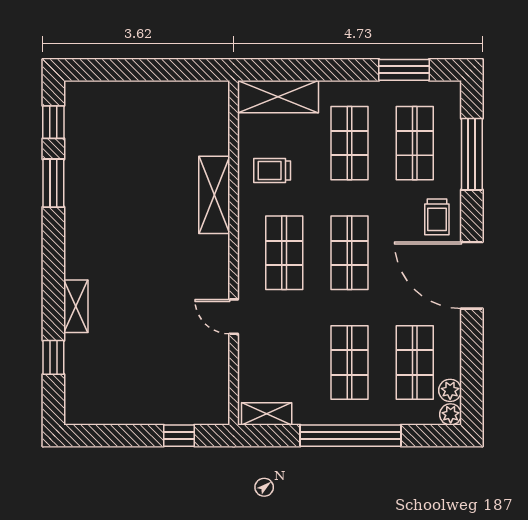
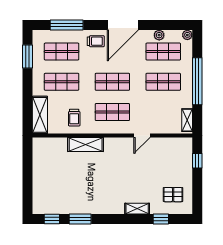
pallet: (106, 384) -> (173, 195), added
plant: (450, 390) -> (159, 35), moved

